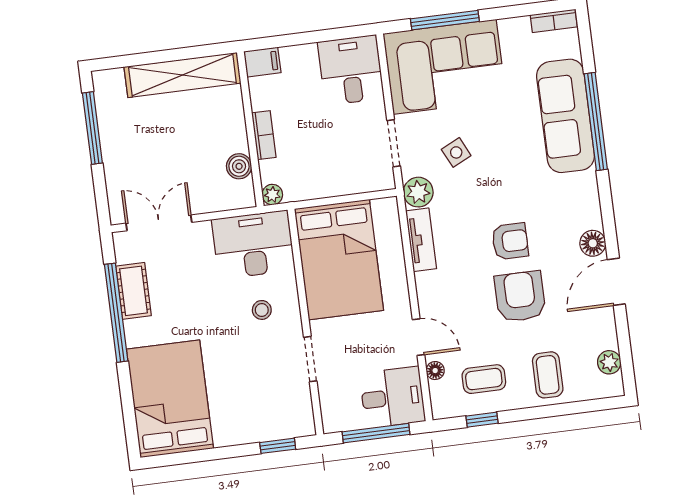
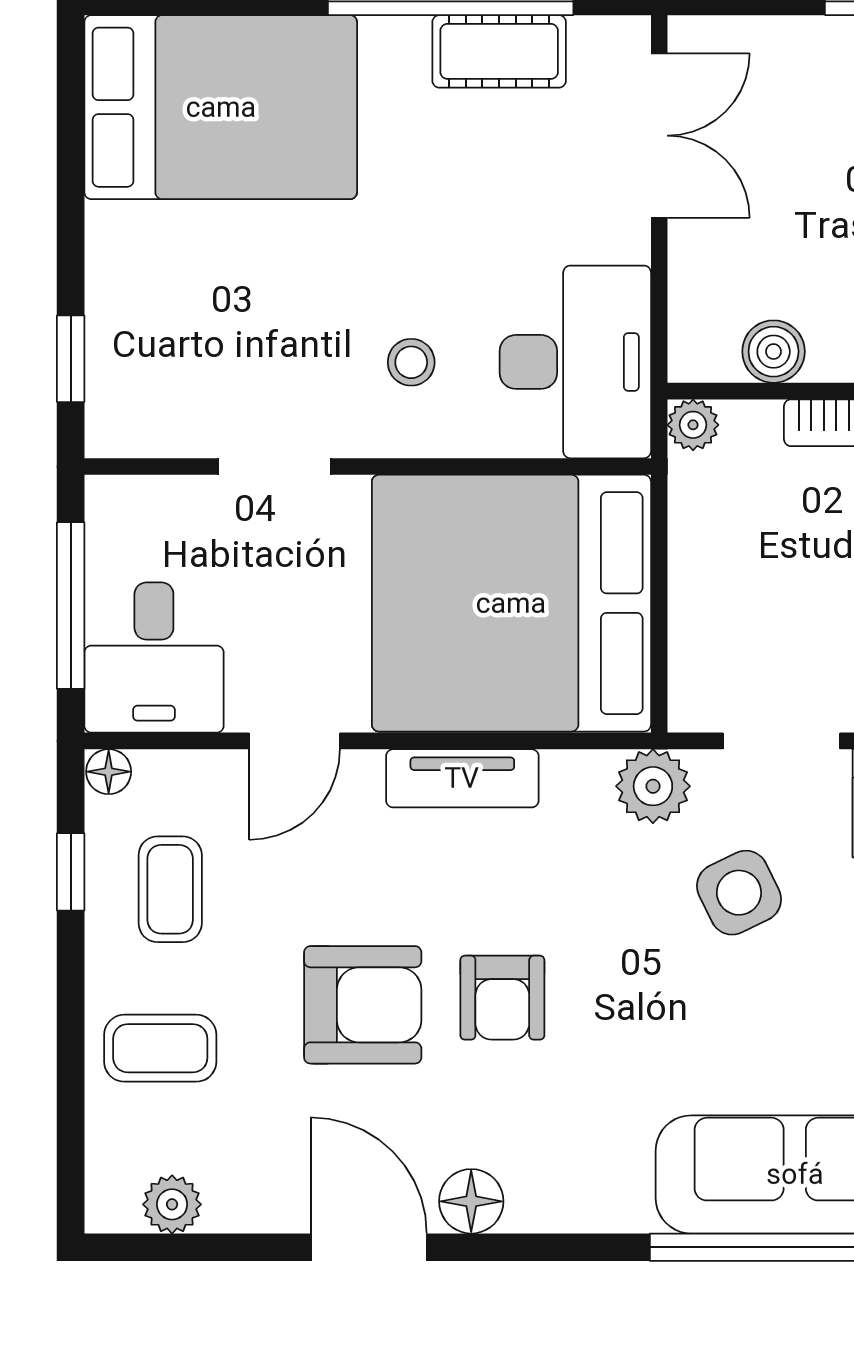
side table: (456, 152) -> (739, 893), width x1.37, depth x1.37
tv unit: (421, 240) -> (462, 778), moved
bed: (339, 260) -> (511, 603), width x1.36
floor lamp: (435, 371) -> (109, 772), moved

